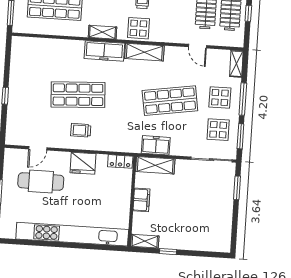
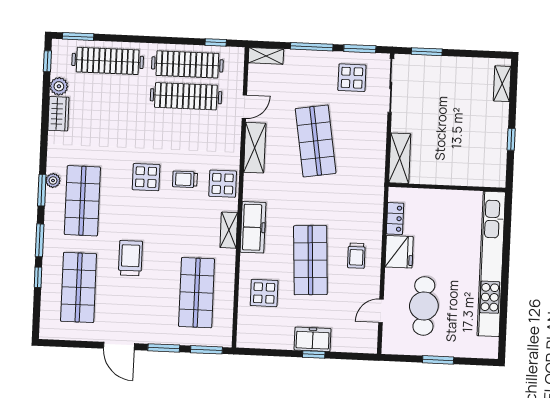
window: (248, 13) -> (216, 42), moved
shelving: (144, 52) -> (255, 148), moved
display table: (220, 97) -> (264, 293), moved
freezer: (156, 145) -> (313, 339), moved, turned 90
door: (38, 148) -> (381, 311), swing flipped
locker: (120, 161) -> (395, 219), moved
filing cabinet: (141, 200) -> (445, 175), removed
shelving: (145, 241) -> (502, 84), moved

